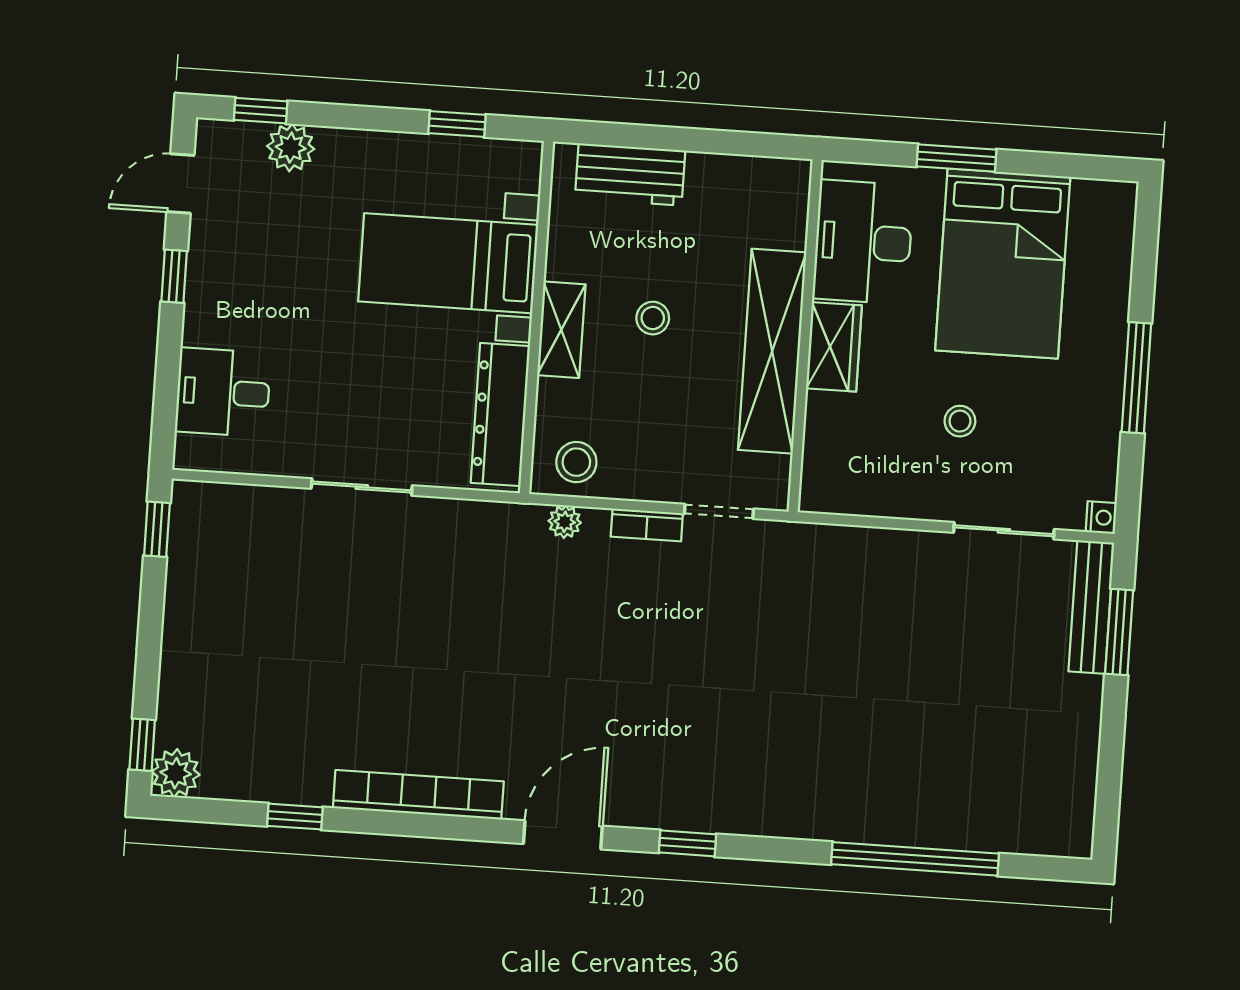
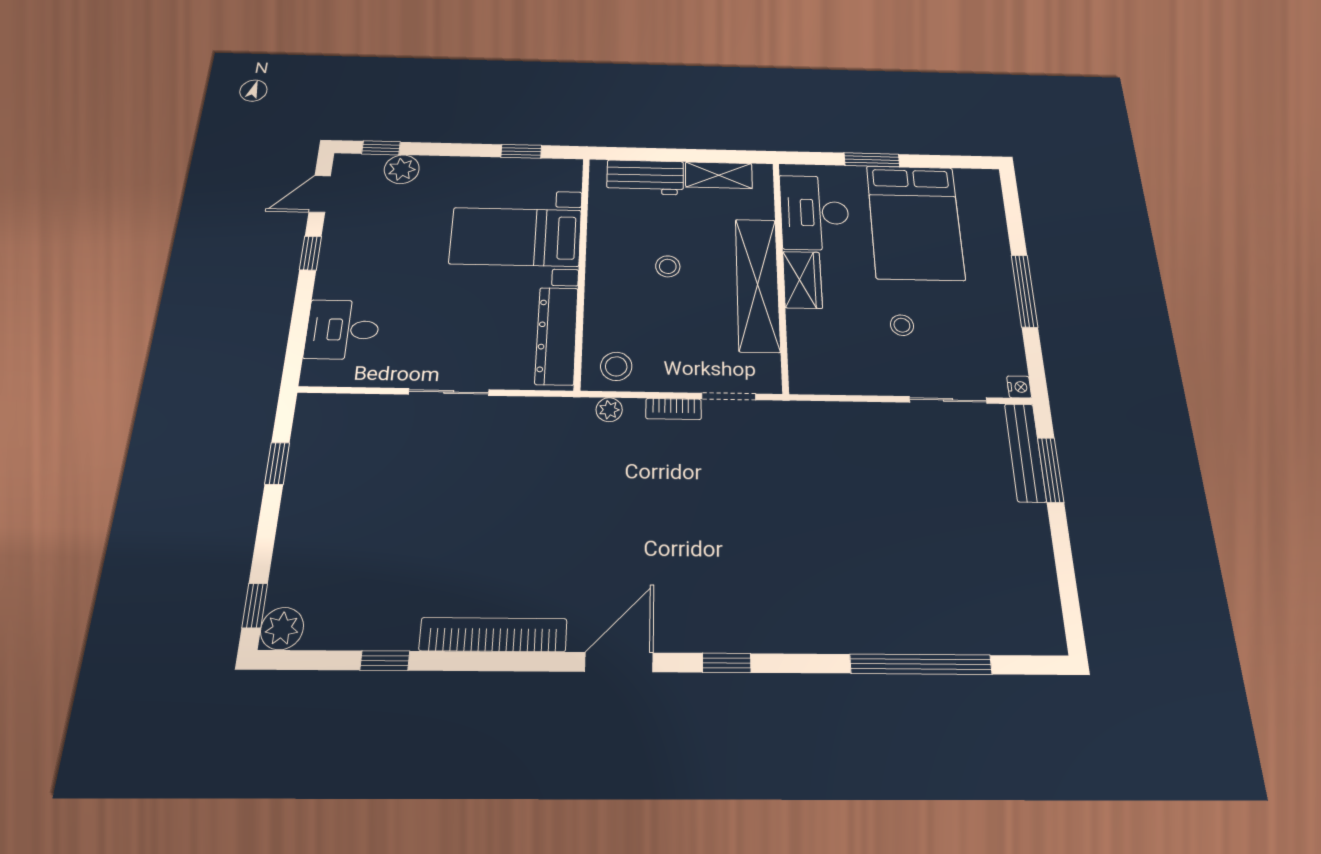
shelving: (561, 330) -> (719, 175), moved, turned 90
window: (157, 529) -> (277, 463), moved

